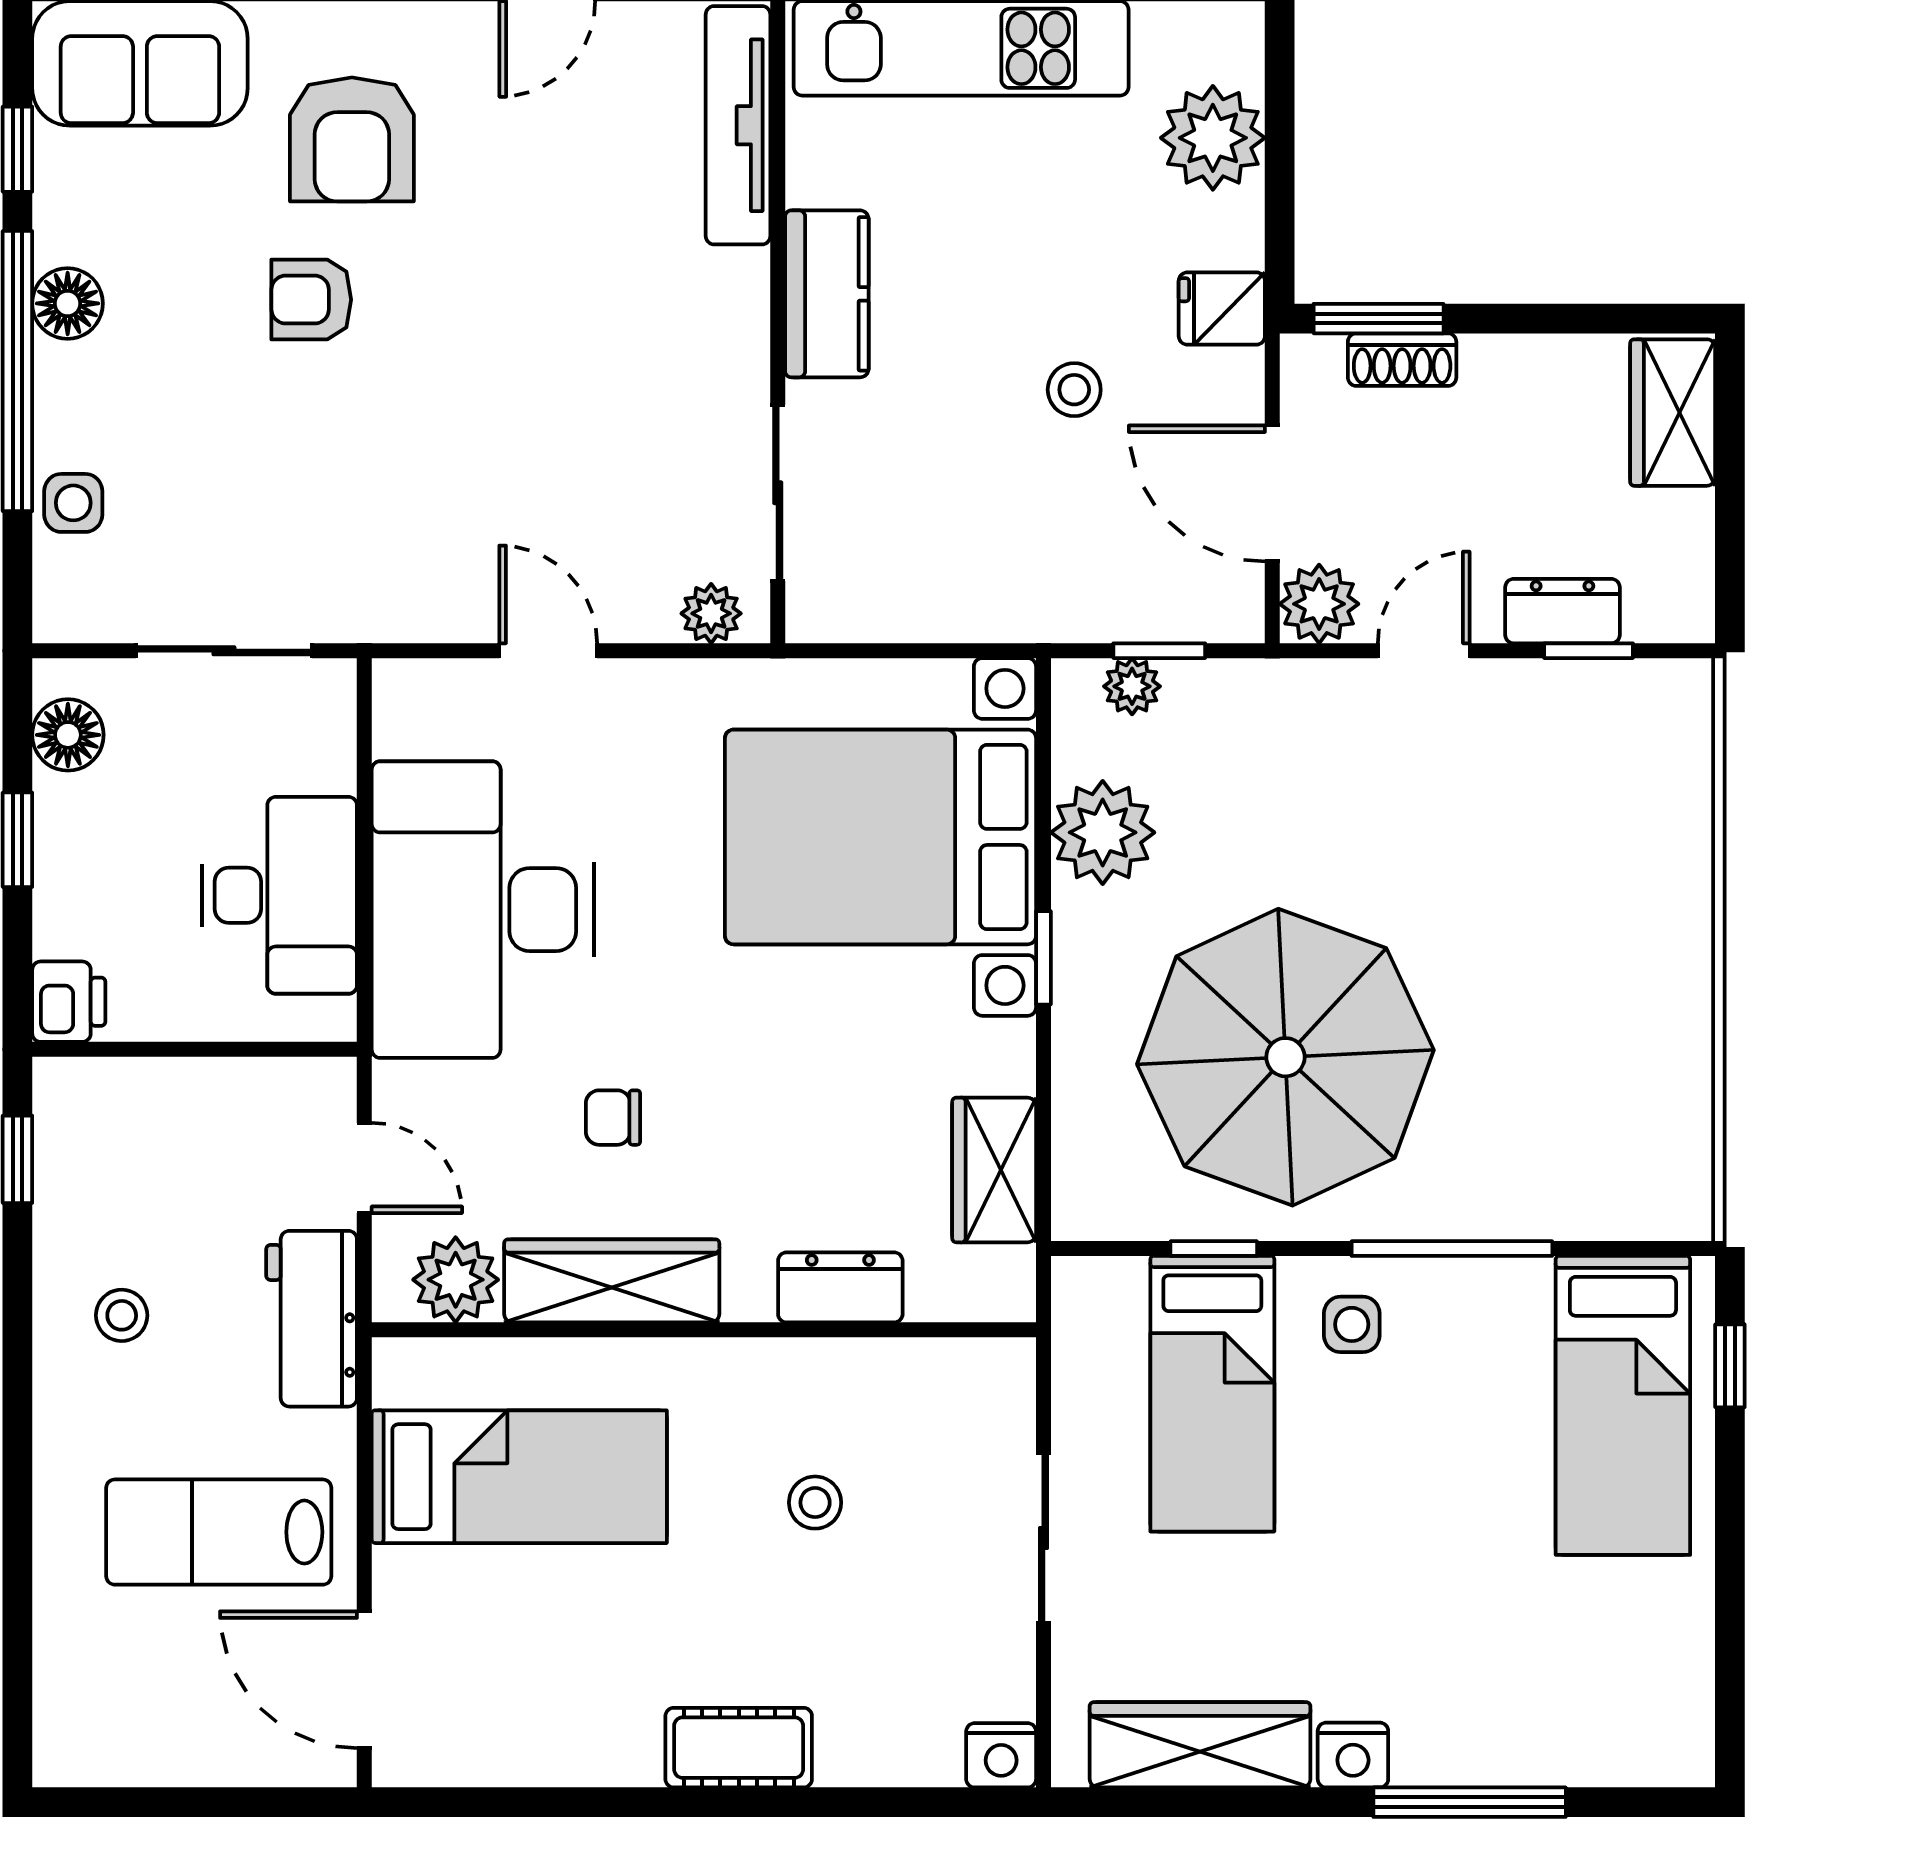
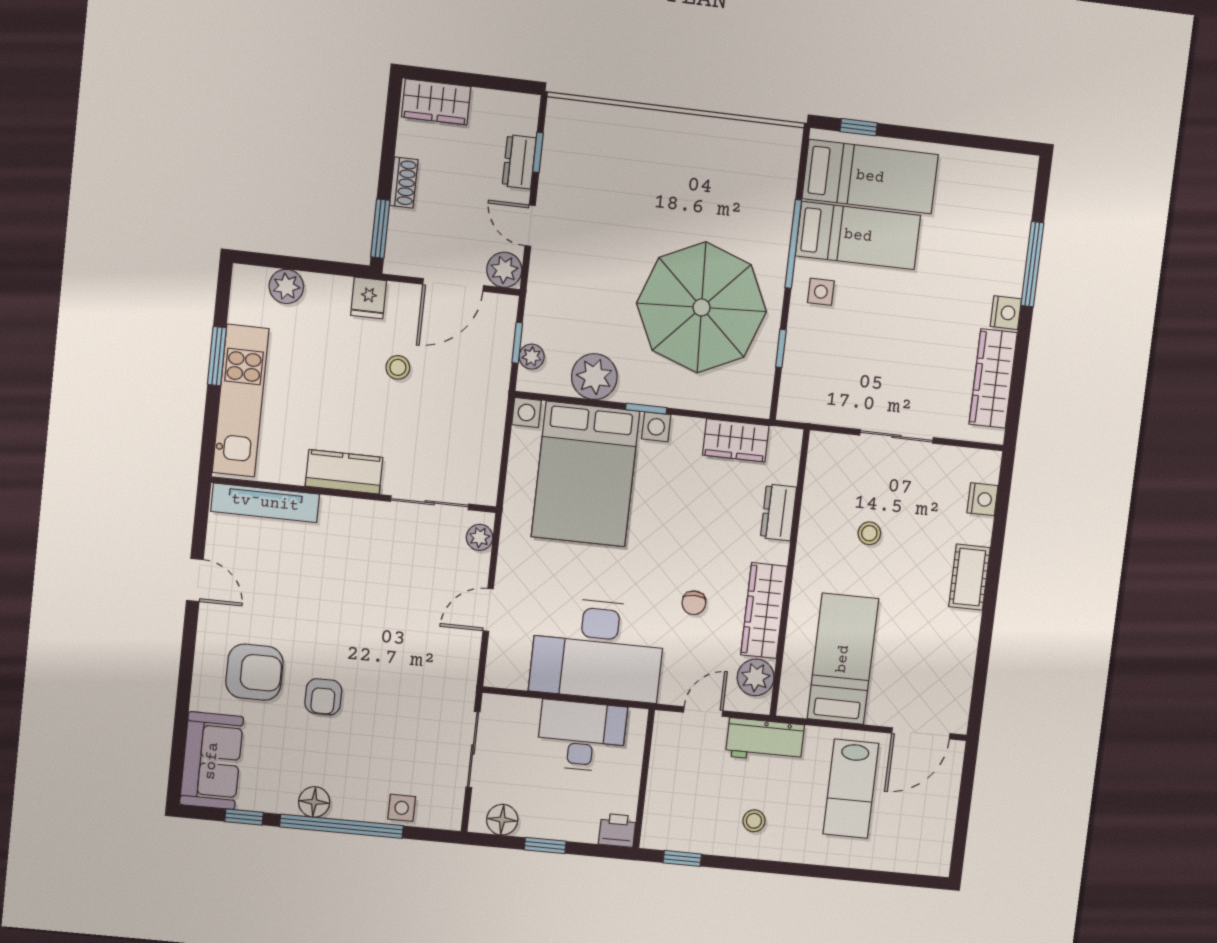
plant: (1213, 138) -> (286, 286), width x0.73, depth x0.73
shoe rack: (1402, 360) -> (404, 183), moved
bed: (1212, 1394) -> (858, 236), moved
nightstand: (1001, 1755) -> (983, 499), moved

